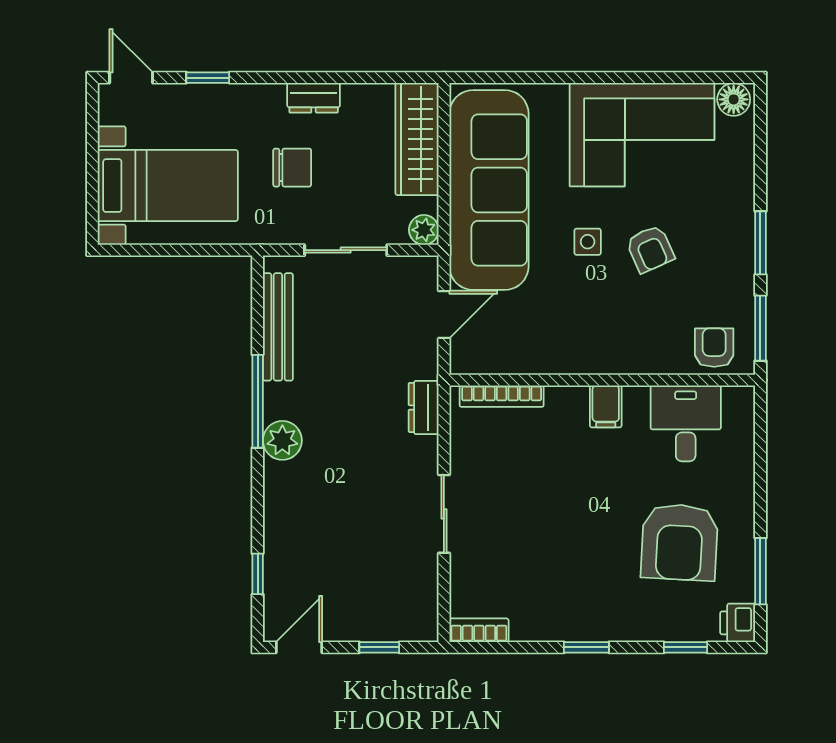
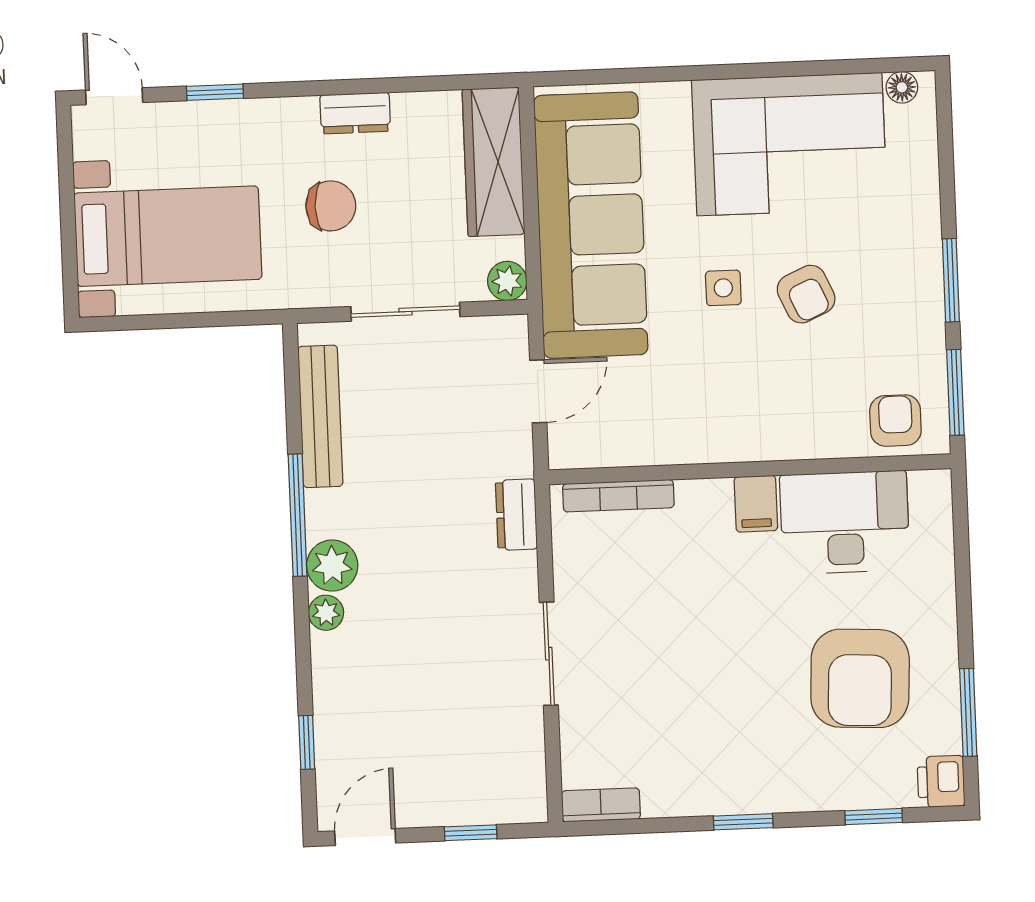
floor lamp: (734, 99) -> (902, 87), width x0.73, depth x0.73
desk: (686, 423) -> (845, 522), width x1.37
plant: (276, 476) -> (326, 613), added

